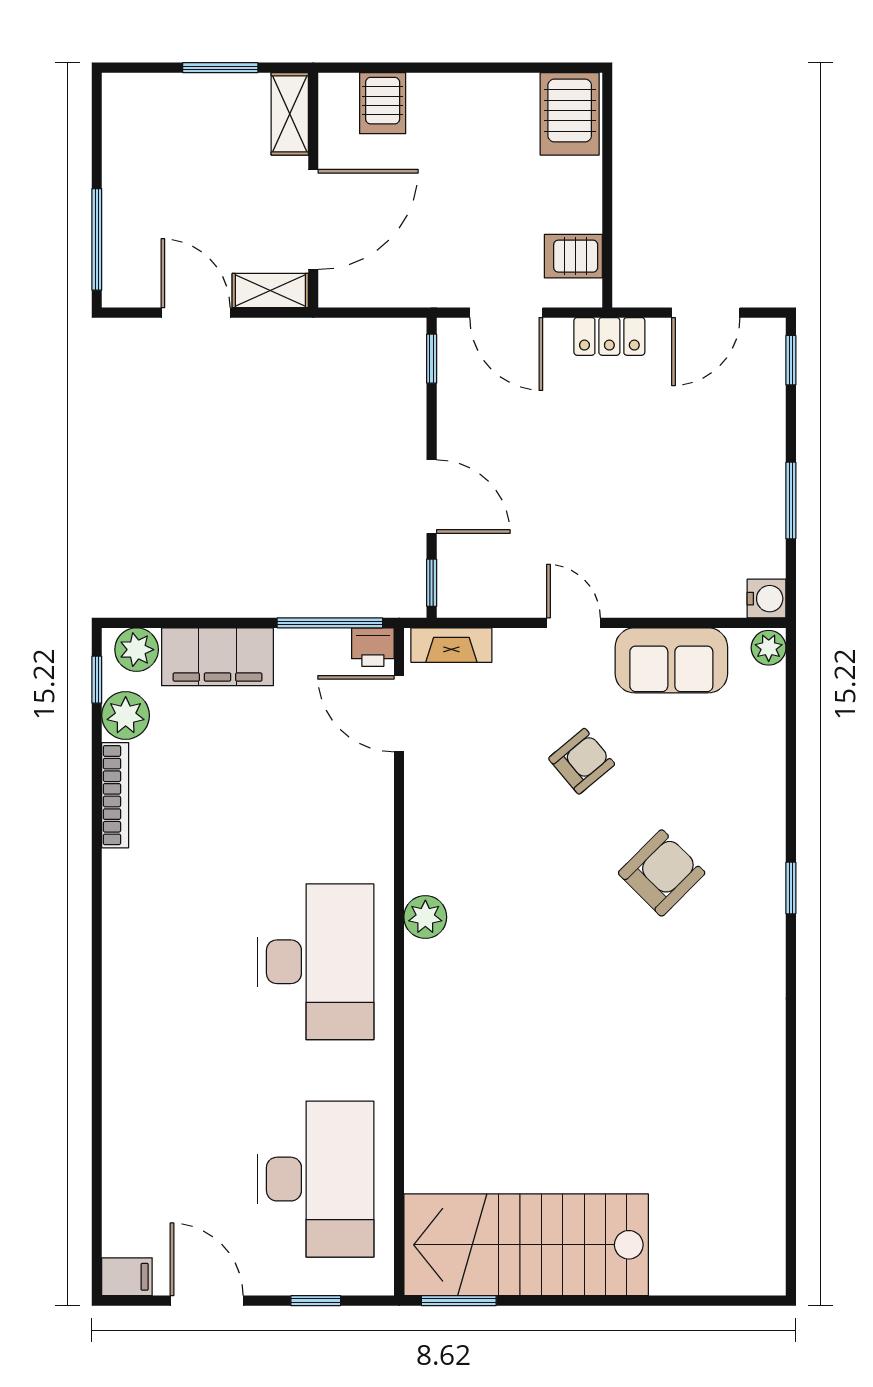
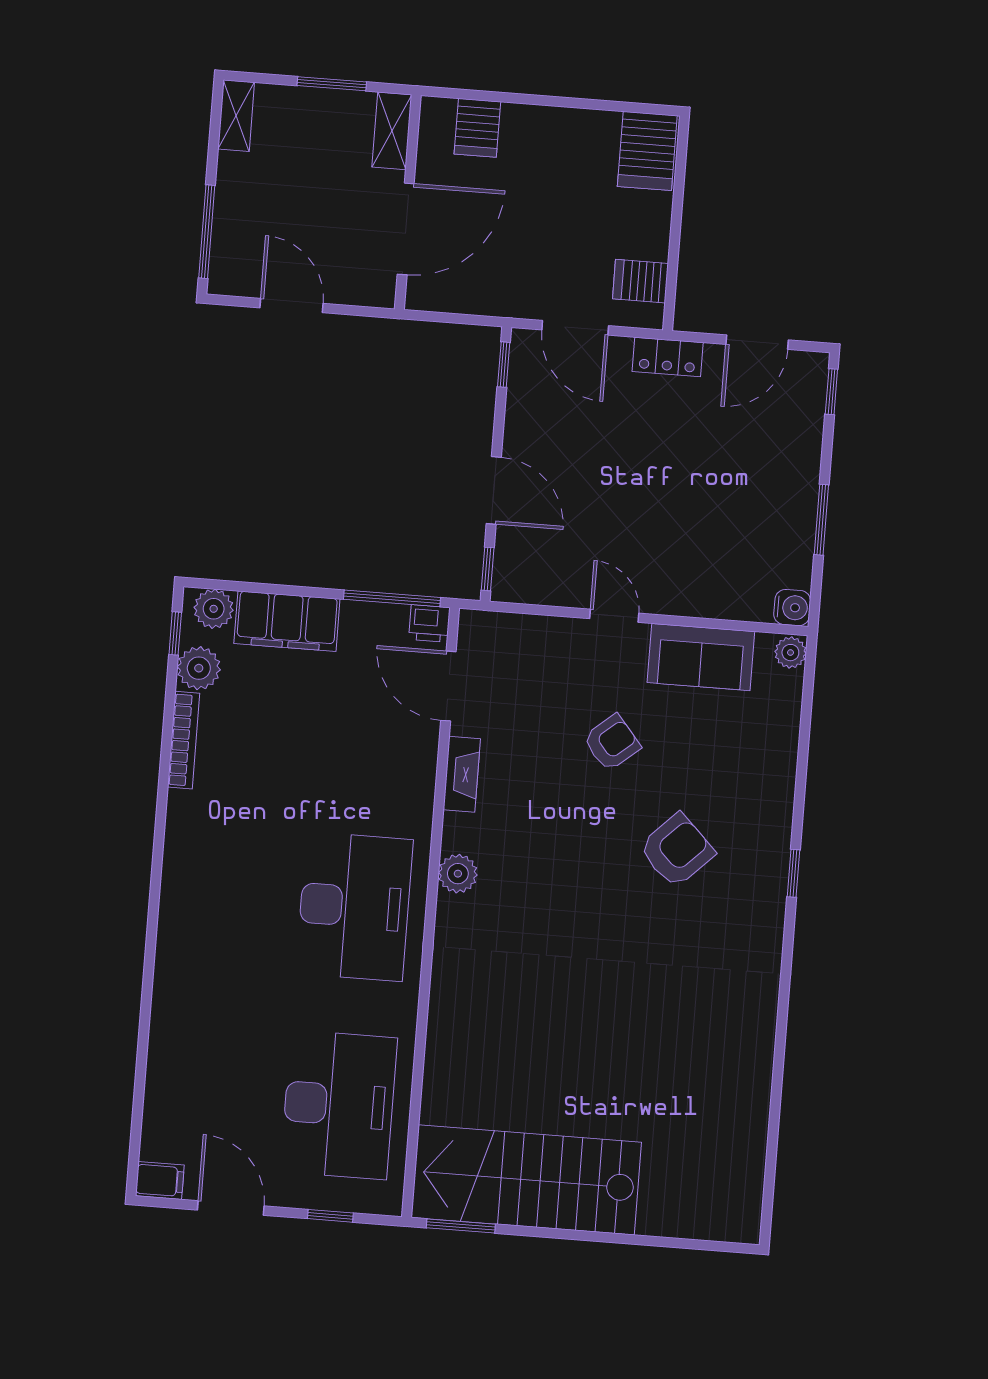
shelving: (270, 291) -> (236, 116), moved, turned 90
fireplace: (451, 645) -> (462, 774), moved, turned -90

